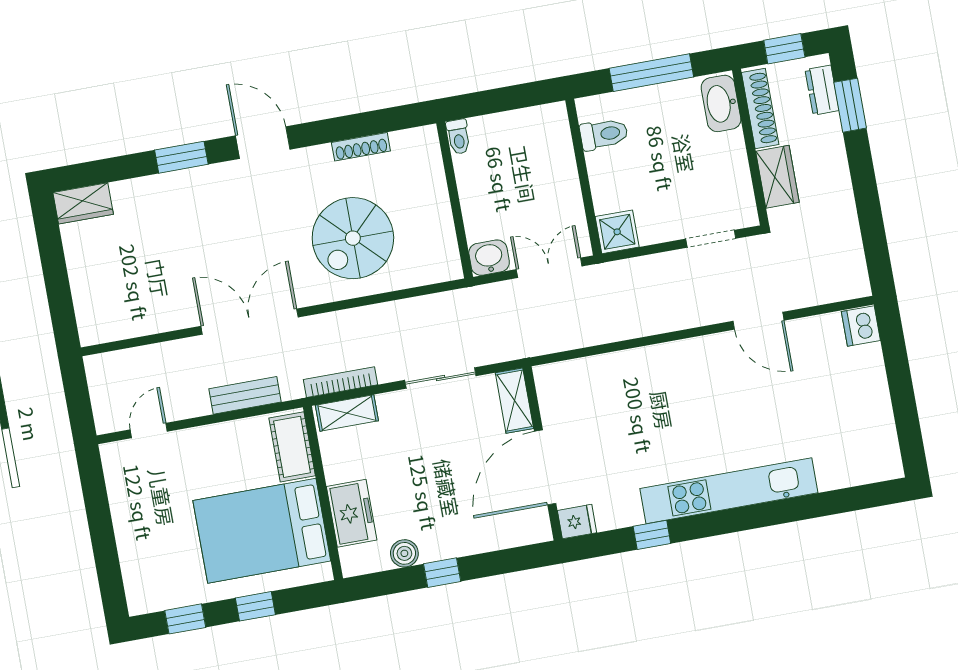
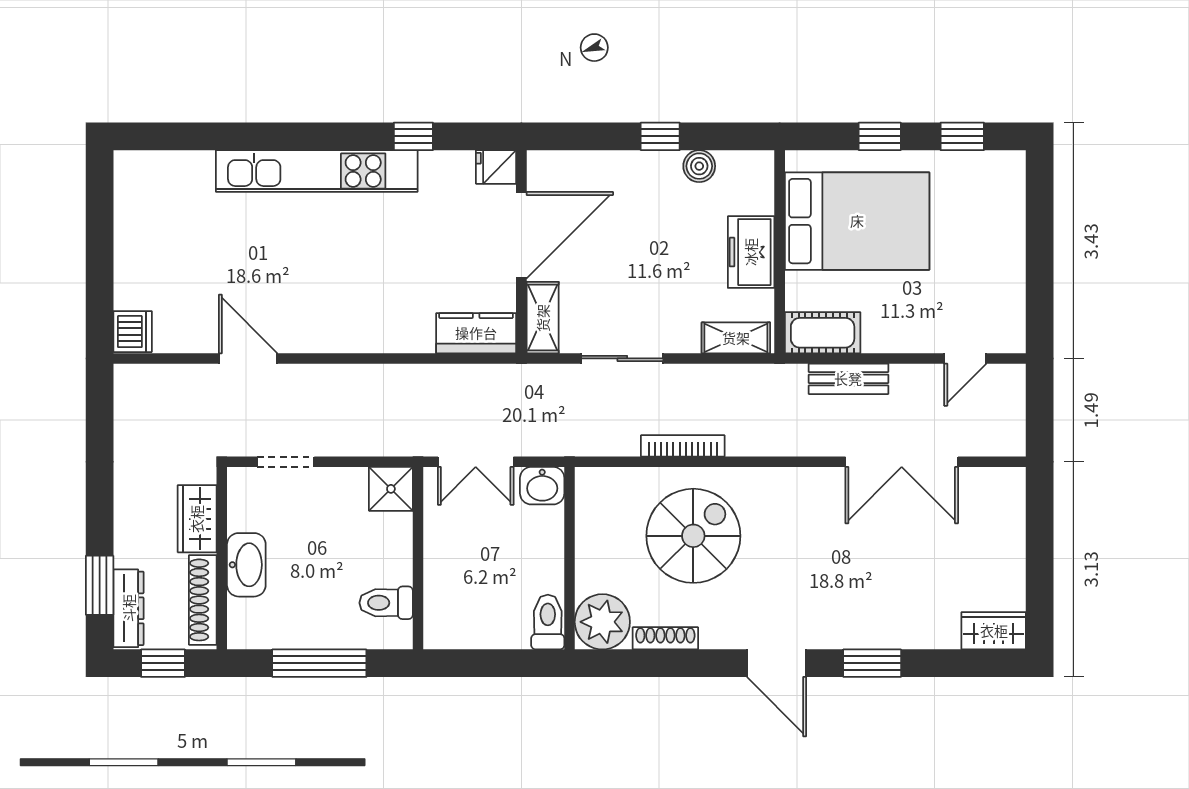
dresser: (822, 90) -> (129, 608), width x1.44
washbasin: (721, 103) -> (246, 565), moved
toilet: (458, 137) -> (548, 622), width x1.37, depth x1.39
plant: (417, 151) -> (602, 622), added
double door: (250, 322) -> (902, 462), moved
kitchen counter: (569, 377) -> (476, 333), added
bookcase: (341, 382) -> (683, 446), moved, turned 180
cot: (292, 447) -> (823, 333), moved, turned 90
freezer: (352, 513) -> (751, 252), moved

